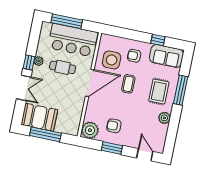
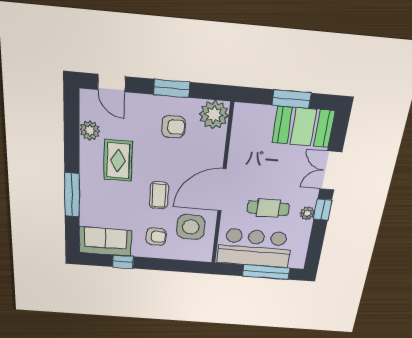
rug: (159, 92) -> (118, 161), moved
plant: (164, 118) -> (90, 130), moved
window: (45, 134) -> (291, 99), width x0.69

